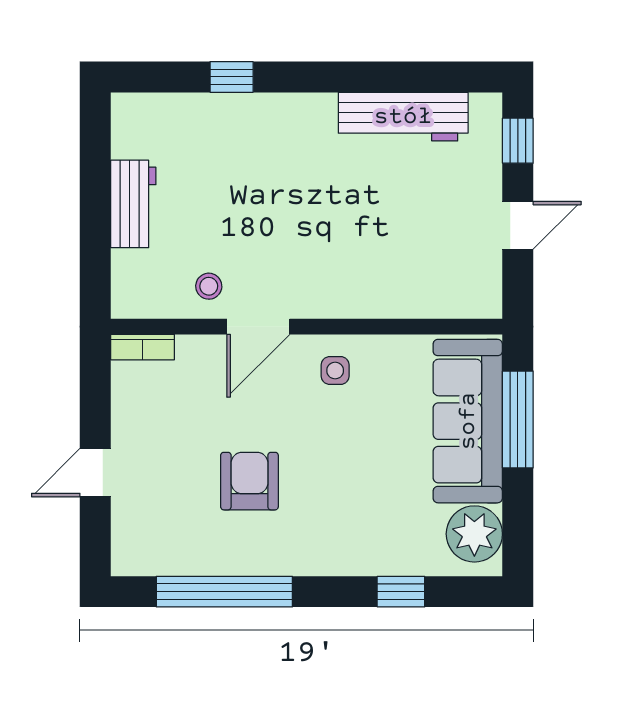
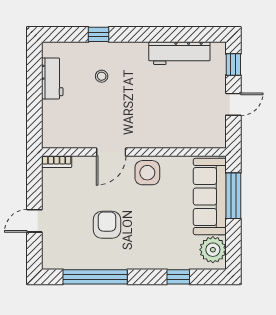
workbench: (133, 204) -> (52, 78), moved
stool: (209, 286) -> (102, 76), moved
side table: (335, 371) -> (147, 173), width x1.87, depth x1.87

